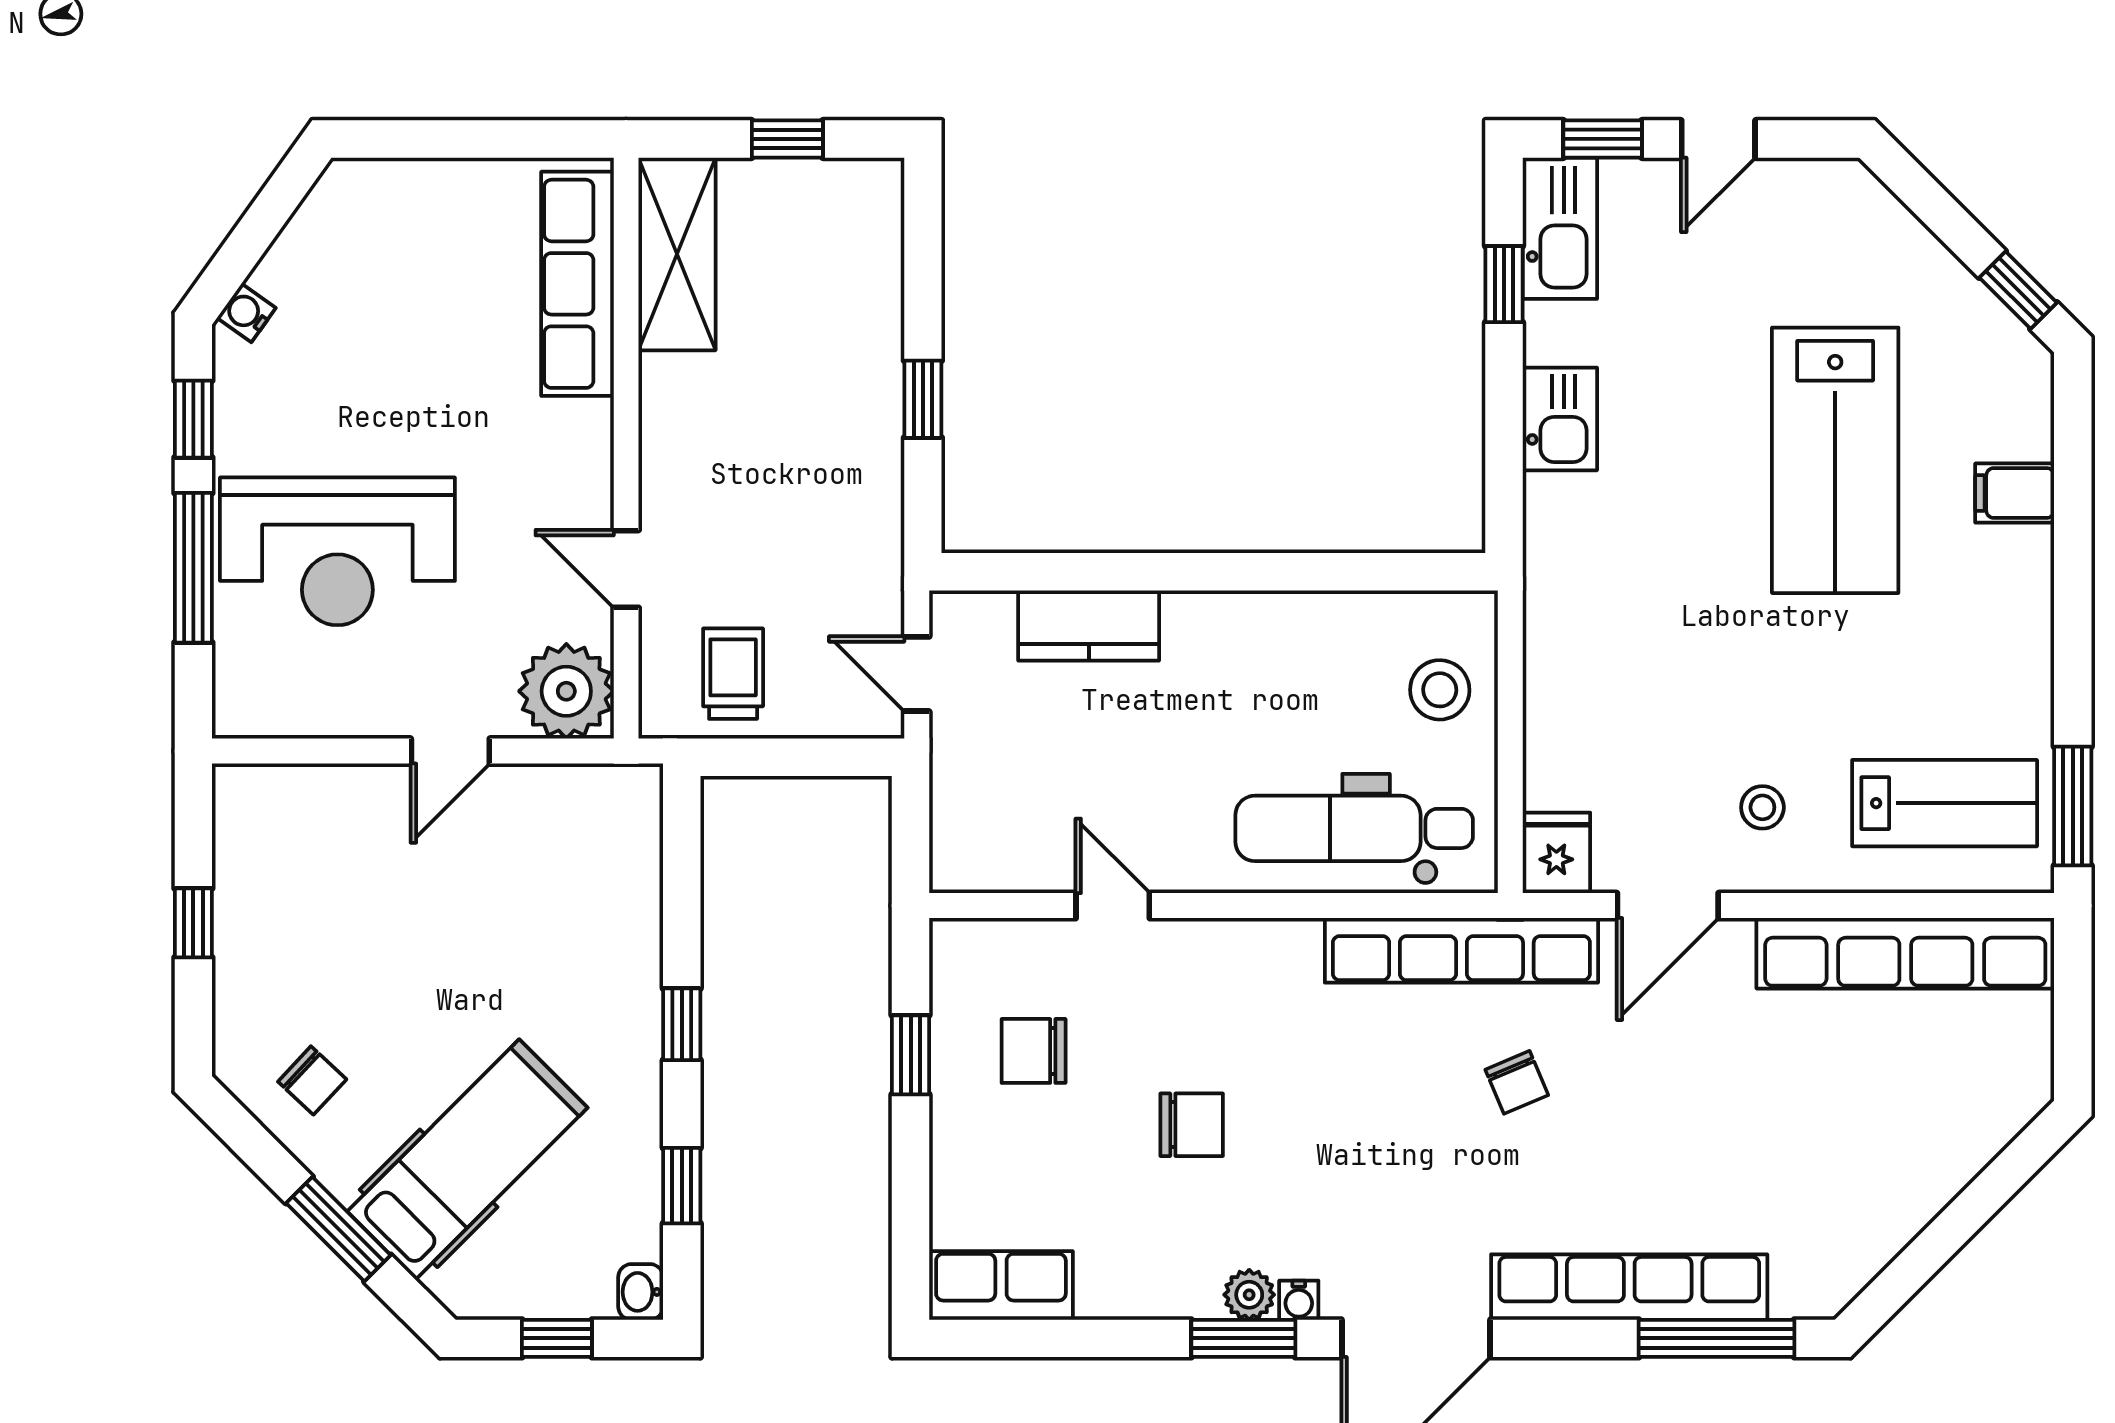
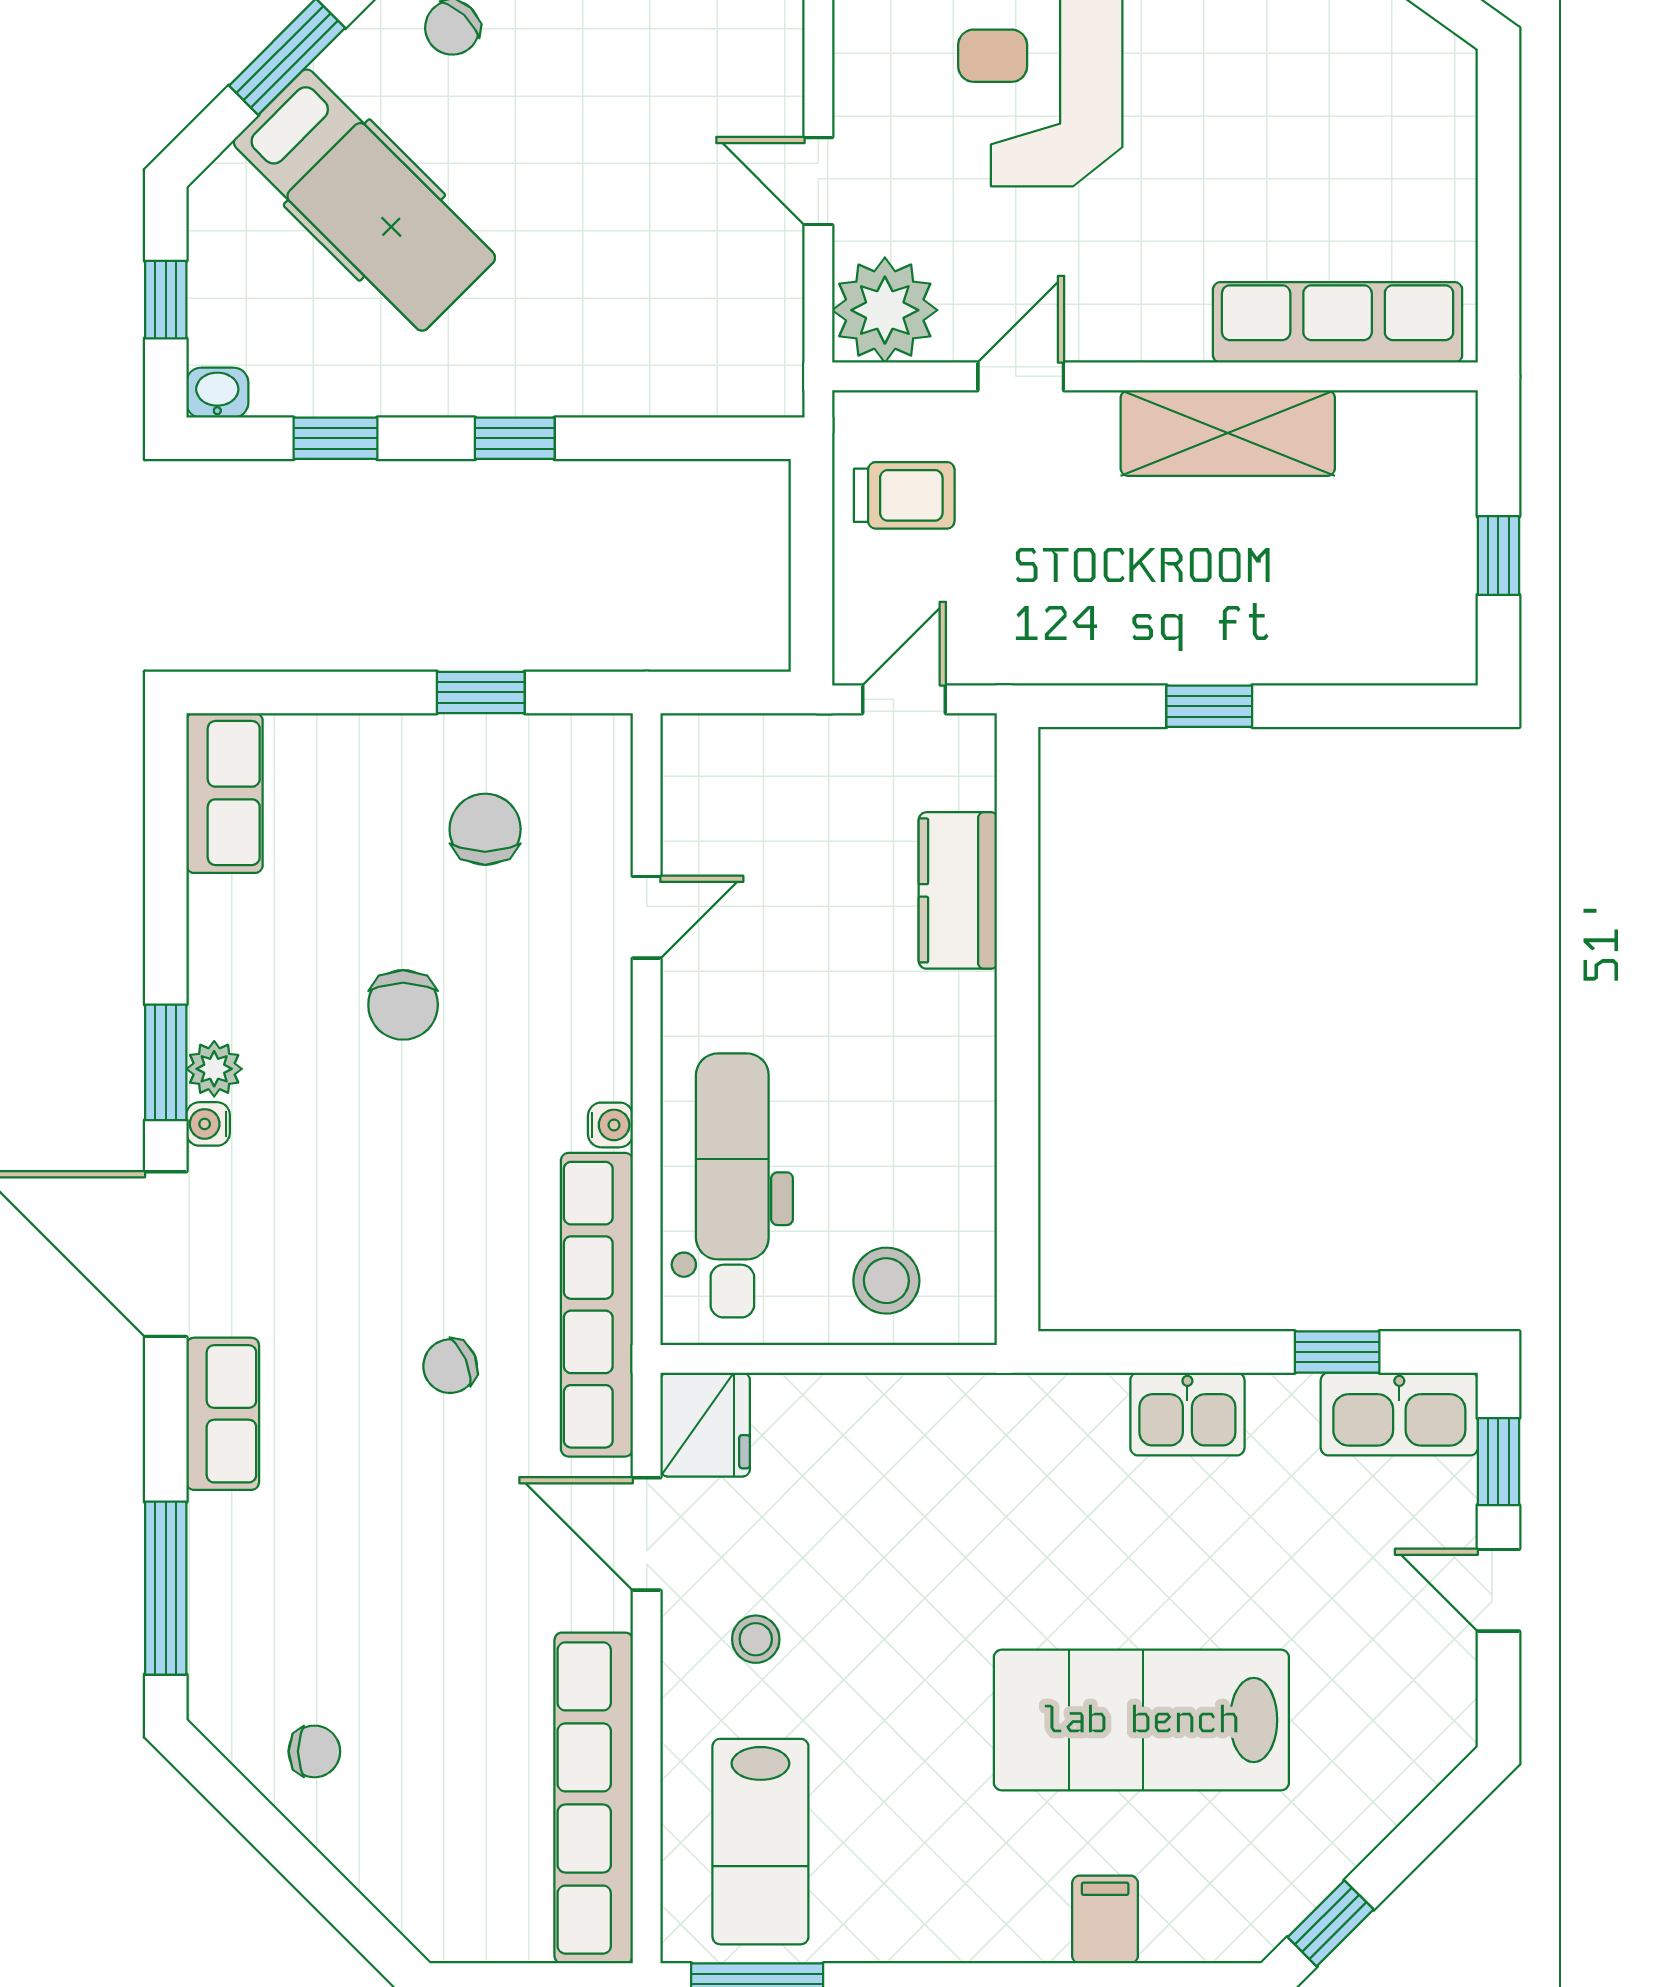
shelving: (677, 254) -> (1228, 433), moved
fridge: (1556, 853) -> (705, 1425), width x1.38
water cooler: (1300, 938) -> (610, 1125), added
chair: (1863, 1205) -> (314, 1751), added
row of seats: (1629, 1287) -> (223, 1414), width x0.50

